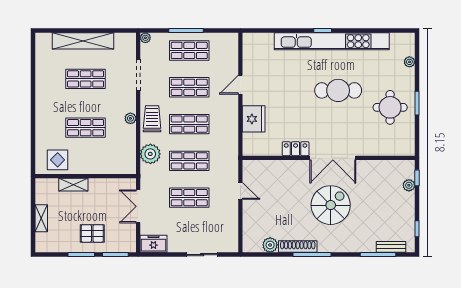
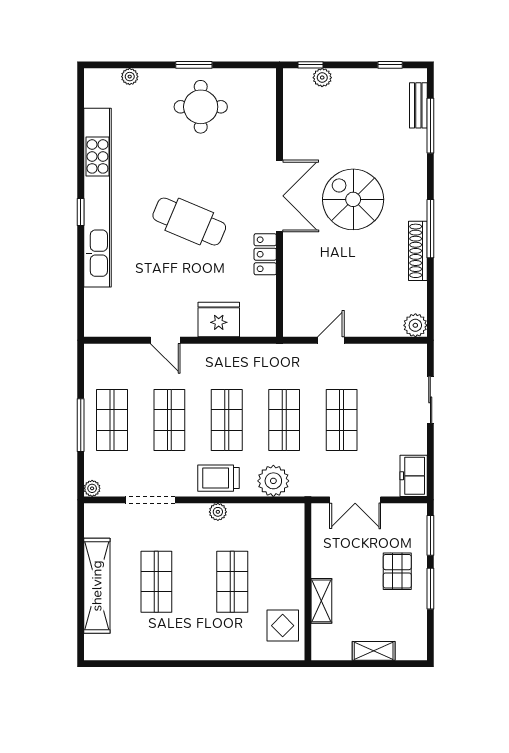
cafe table: (338, 90) -> (189, 222), moved, turned -67
plant: (270, 245) -> (415, 325), moved

